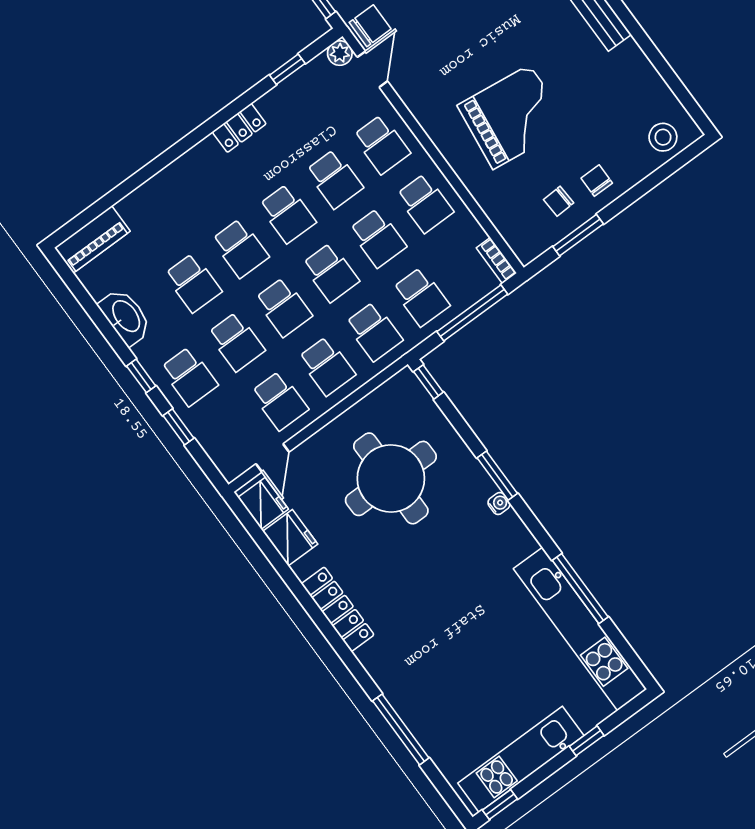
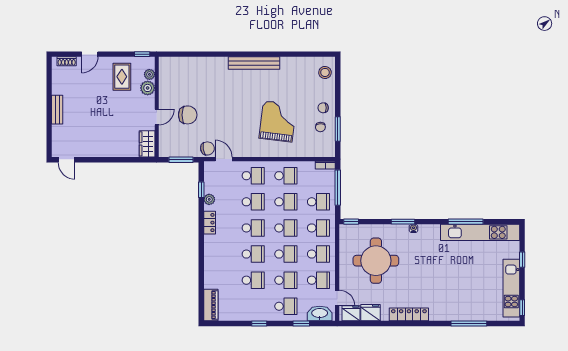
chair: (370, 26) -> (207, 148), turned 81
plant: (340, 53) -> (209, 199), moved
washbasin: (125, 317) -> (320, 313), moved
window: (141, 376) -> (259, 323), moved

